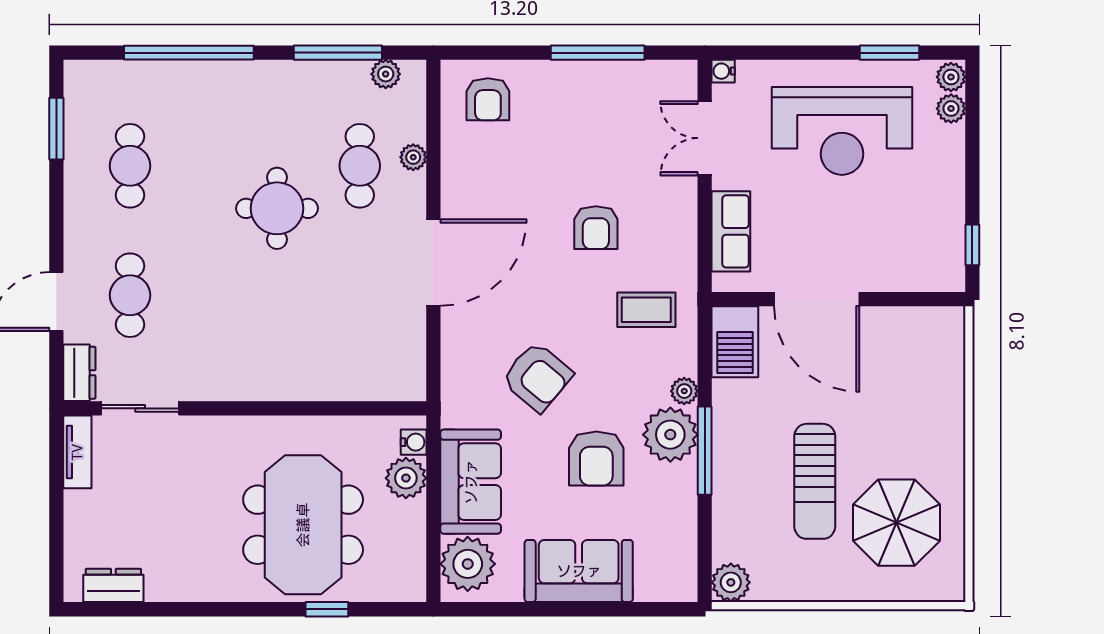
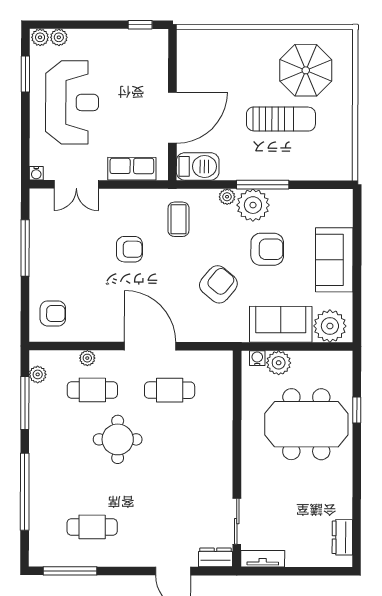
window: (56, 129) -> (70, 571), width x1.44
cafe table: (130, 295) -> (170, 390), moved
plant: (731, 582) -> (341, 169), removed

